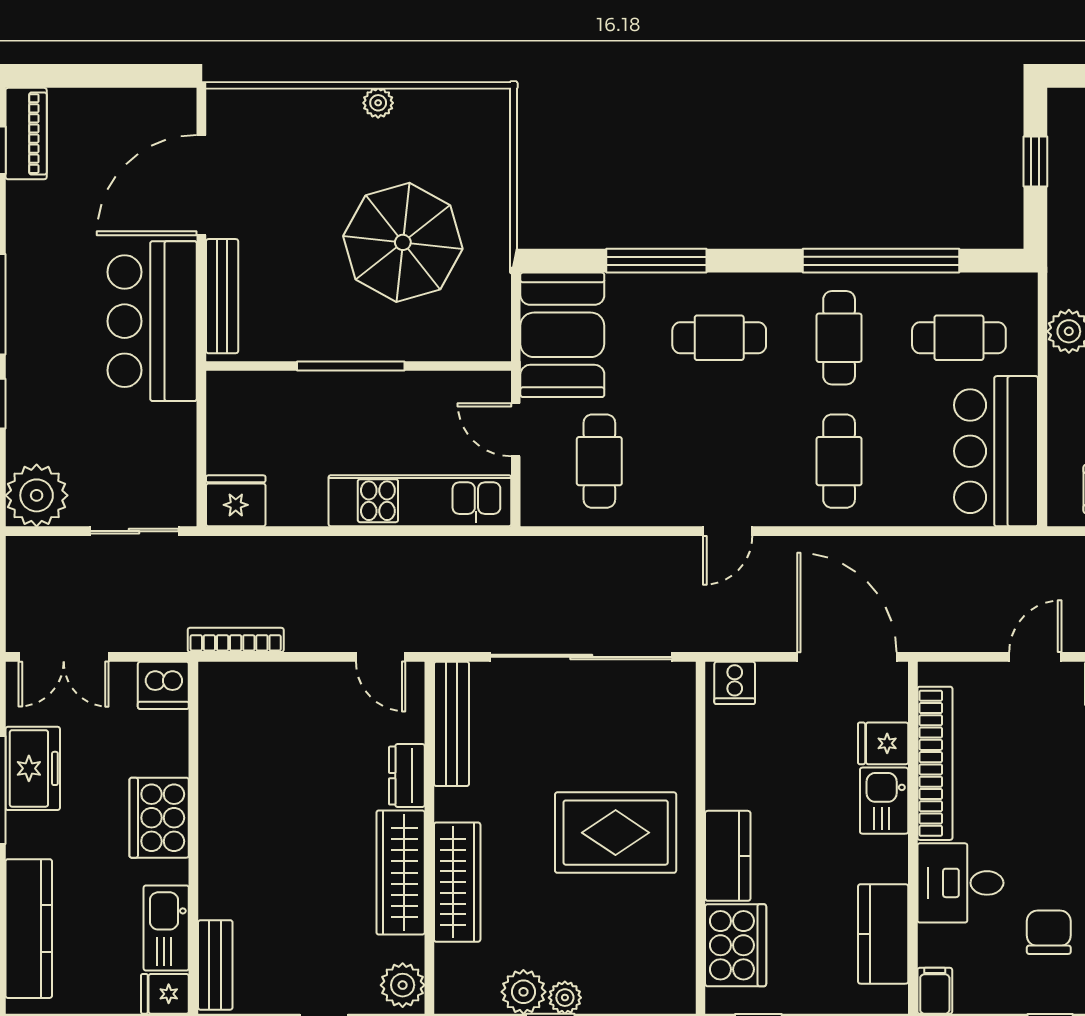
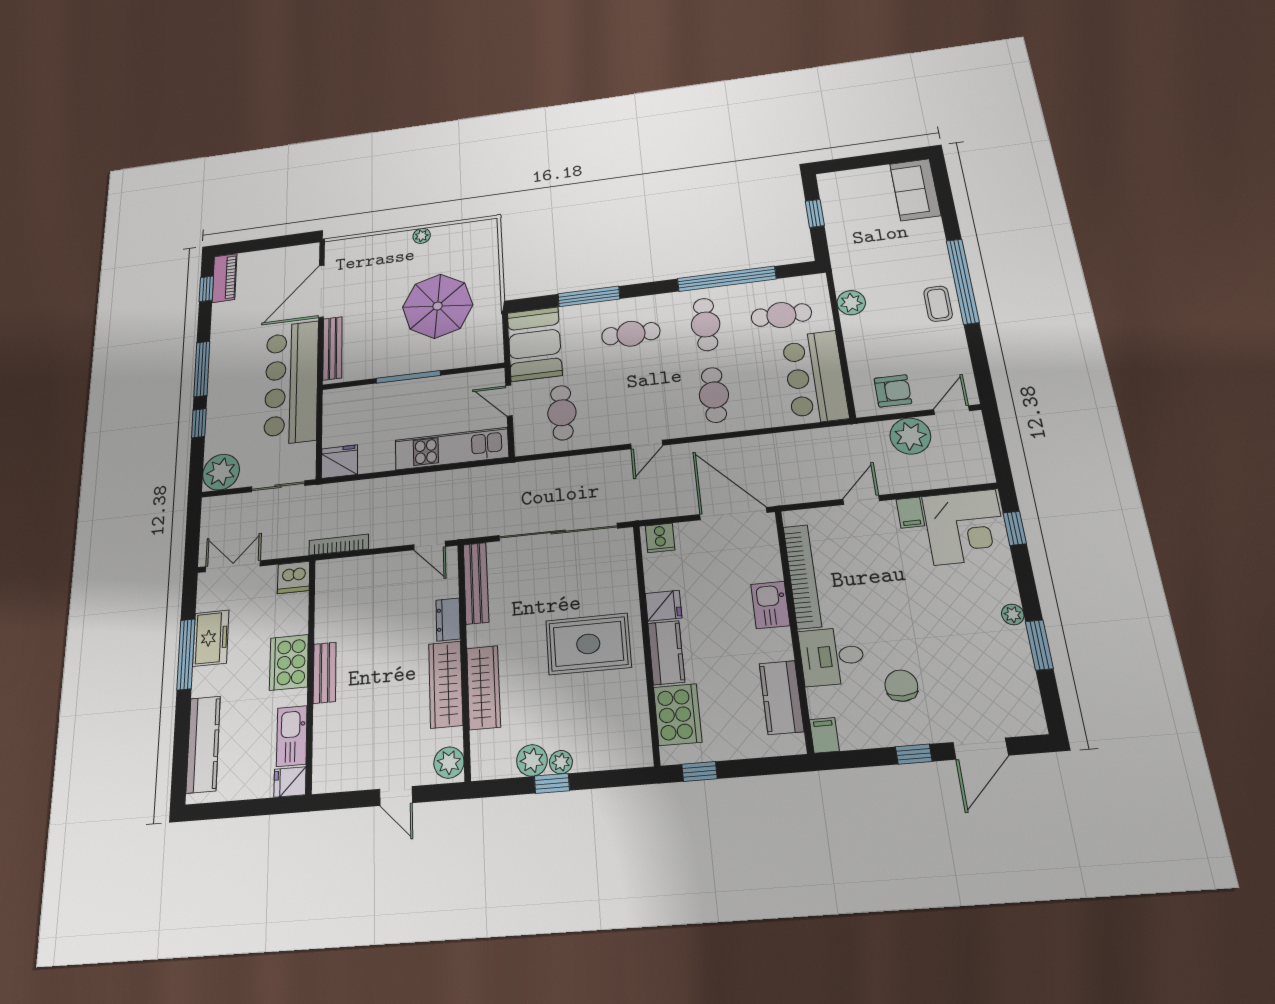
bar counter: (152, 321) -> (291, 383), width x1.36
double door: (64, 657) -> (233, 566), swing flipped
fridge: (883, 743) -> (663, 606), moved, turned 180
bench: (215, 965) -> (325, 673), moved

